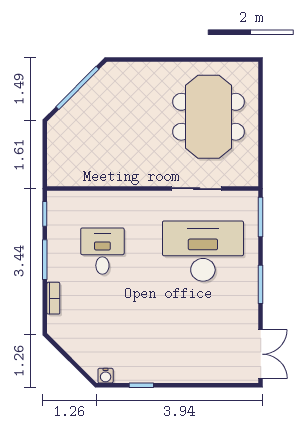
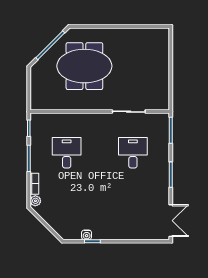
meeting table: (209, 117) -> (84, 66), moved, turned 90
desk: (203, 251) -> (133, 153), width x0.53, depth x0.77
plant: (55, 324) -> (35, 201), added
water cooler: (106, 376) -> (87, 235), moved

